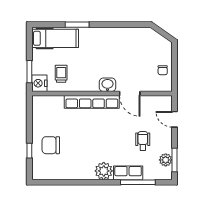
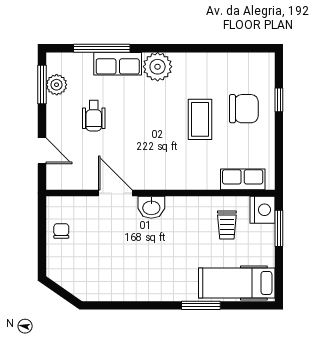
row of seats: (92, 102) -> (243, 179), moved, width x0.50
coffee table: (78, 139) -> (200, 119), added

